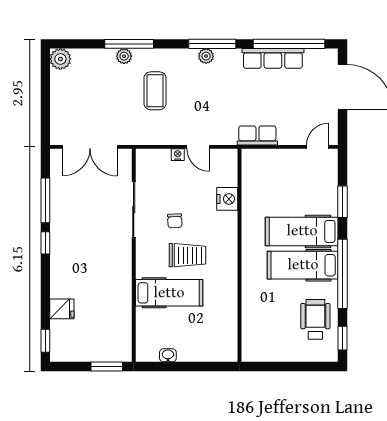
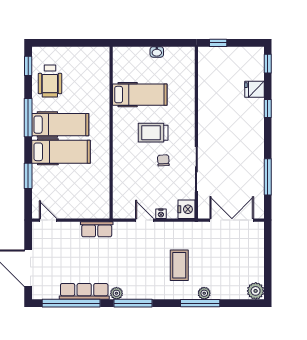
plant: (206, 56) -> (116, 293), moved
door: (318, 147) -> (48, 220), swing flipped
nightstand: (227, 199) -> (187, 209), moved, turned 180
window: (45, 243) -> (268, 109), moved
window: (342, 274) -> (28, 118), width x0.68
hospital bed: (169, 293) -> (140, 95), moved, turned 180
washbasin: (168, 355) -> (157, 52), moved
window: (107, 367) -> (218, 43), width x0.67

